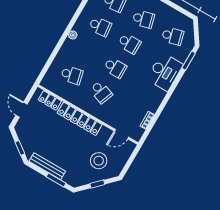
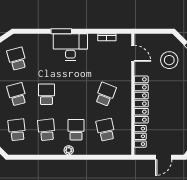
window: (189, 61) -> (61, 31), moved
school desk: (115, 68) -> (76, 130), moved
desk: (165, 72) -> (70, 47), moved

